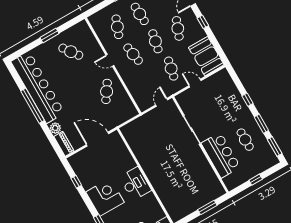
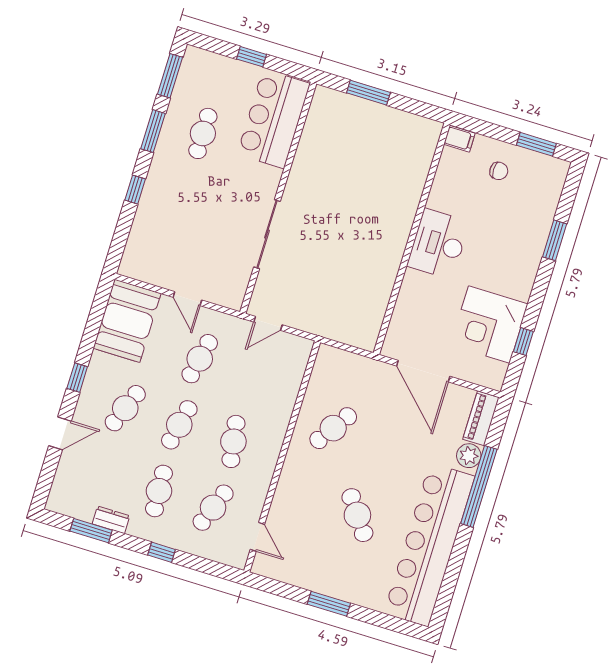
cafe table: (71, 52) -> (357, 515), moved
door: (110, 60) -> (257, 537), moved
window: (33, 106) -> (479, 486), moved
bar counter: (221, 155) -> (274, 119), moved
corner desk: (105, 197) -> (489, 324), moved

